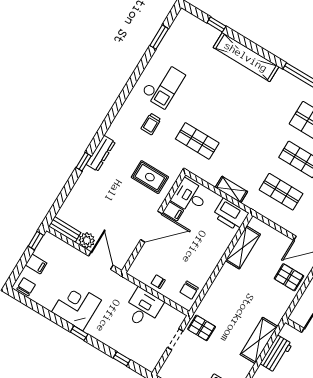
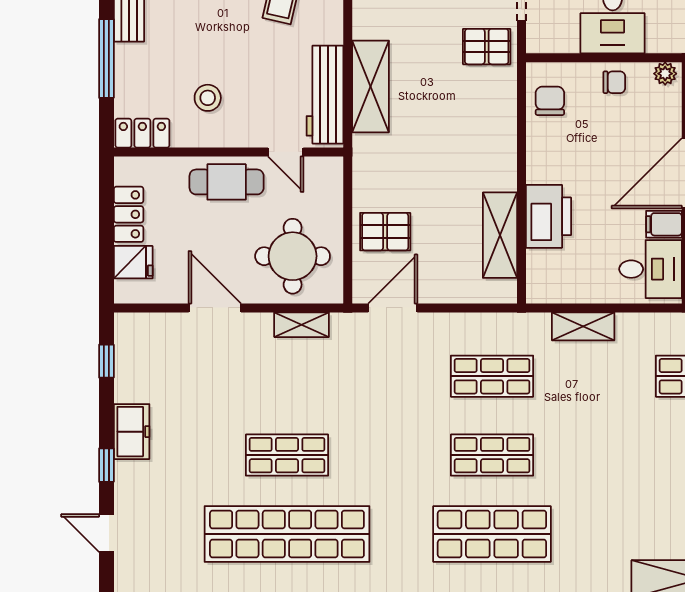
printer: (231, 215) -> (548, 216), moved, turned 90
plant: (135, 273) -> (665, 74), added
workbench: (276, 354) -> (325, 95), width x1.38

